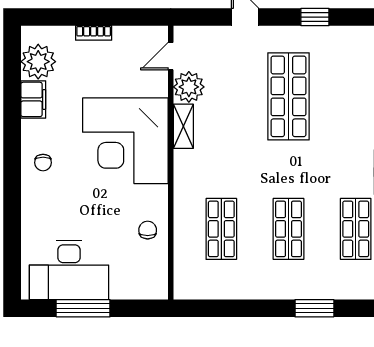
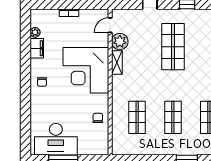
plant: (38, 62) -> (35, 32), width x0.53, depth x0.53

